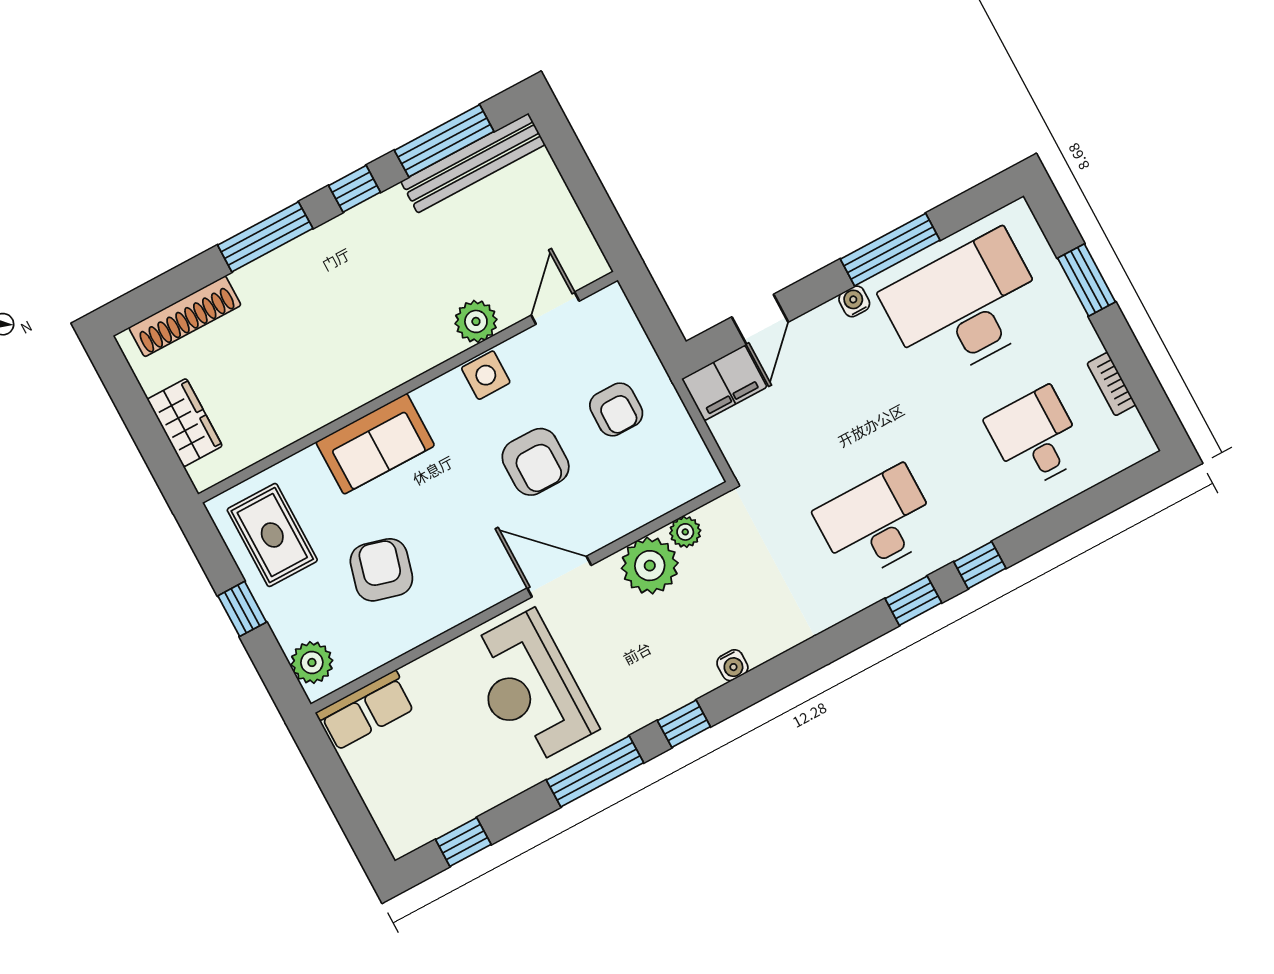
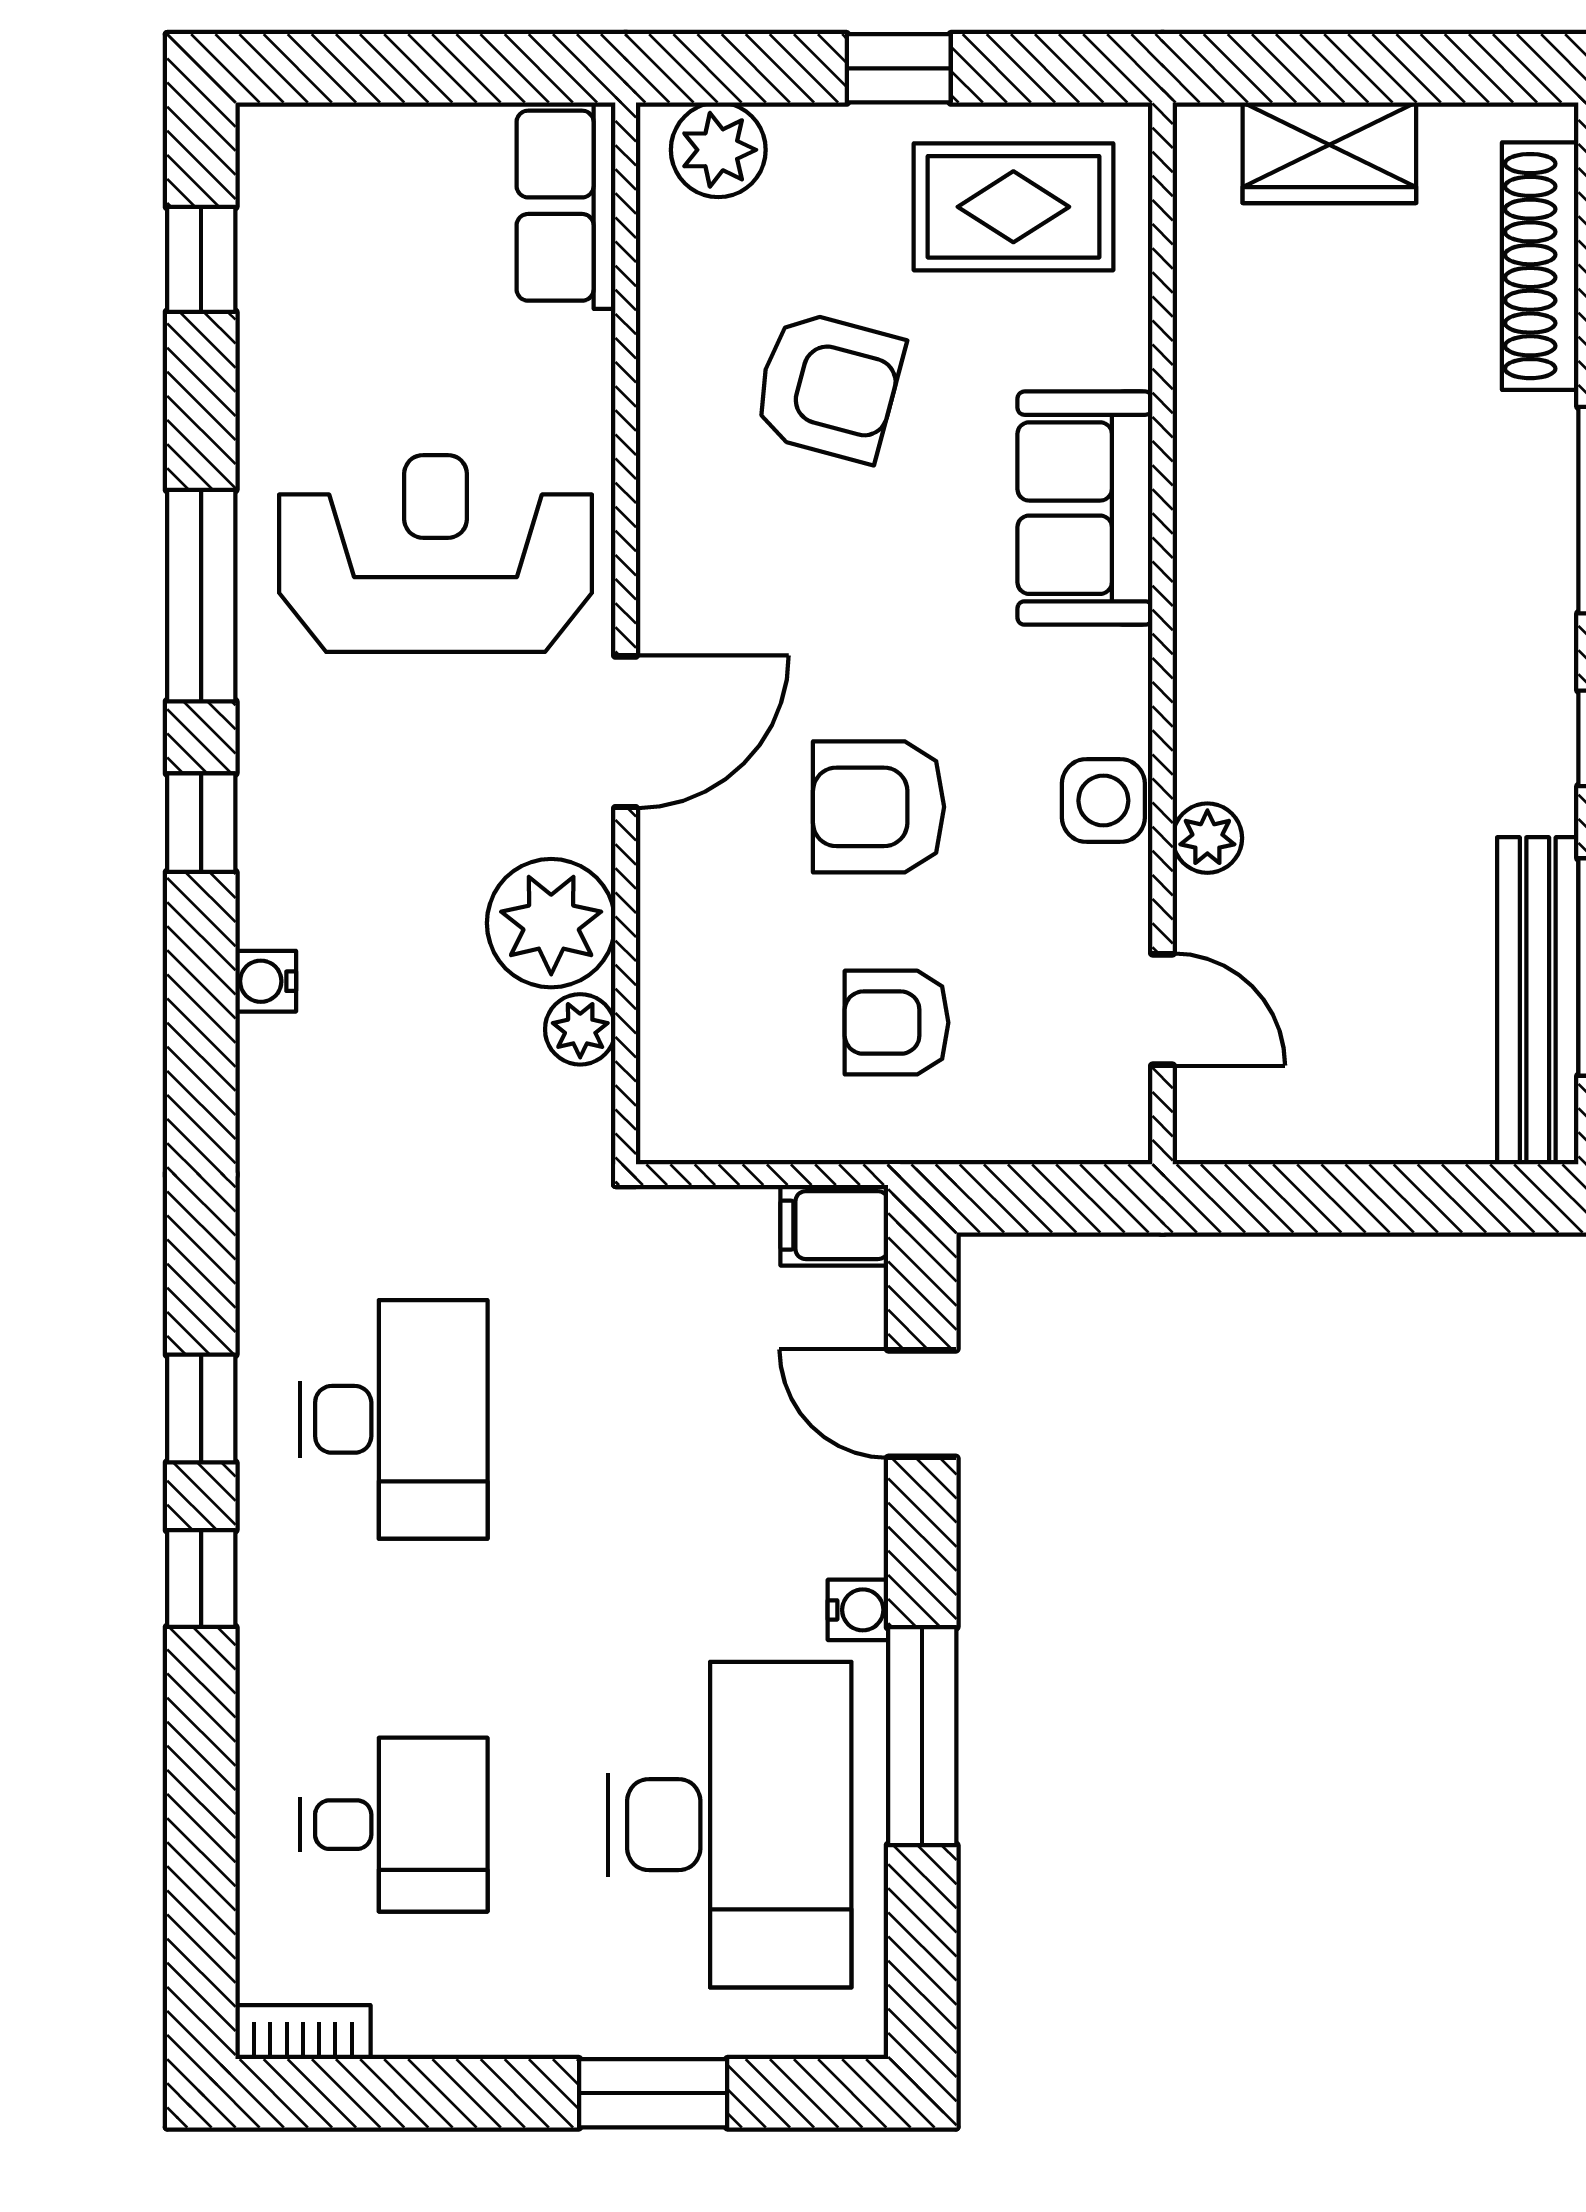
plant: (476, 321) -> (1207, 838), width x0.73, depth x0.73
filing cabinet: (724, 383) -> (834, 1225), width x0.50
bookcase: (1111, 384) -> (303, 2032), moved

